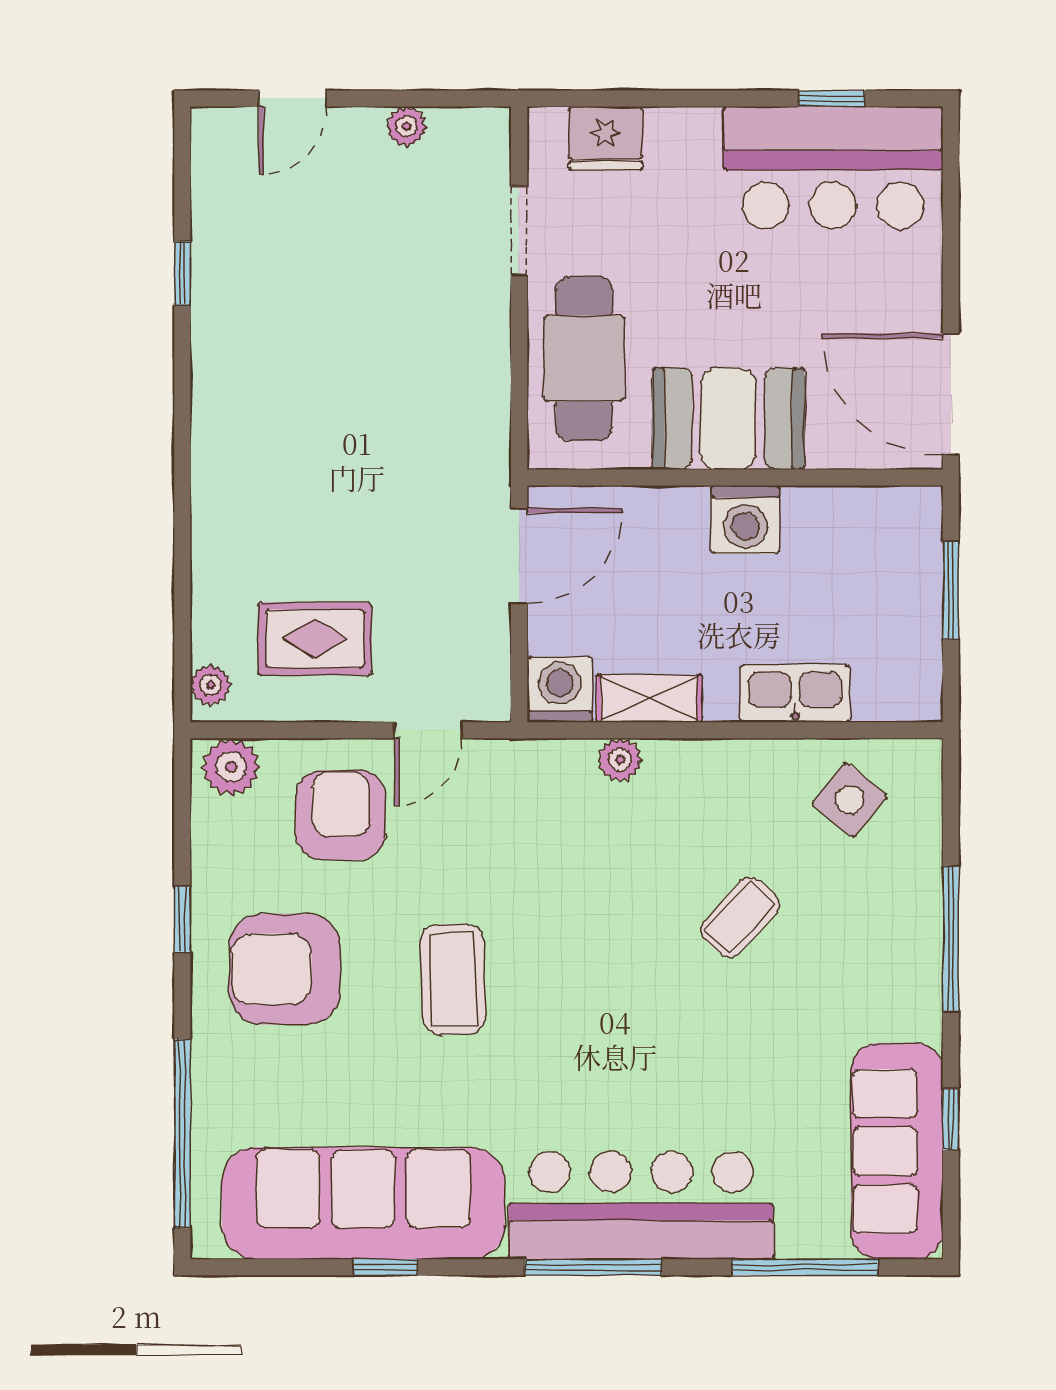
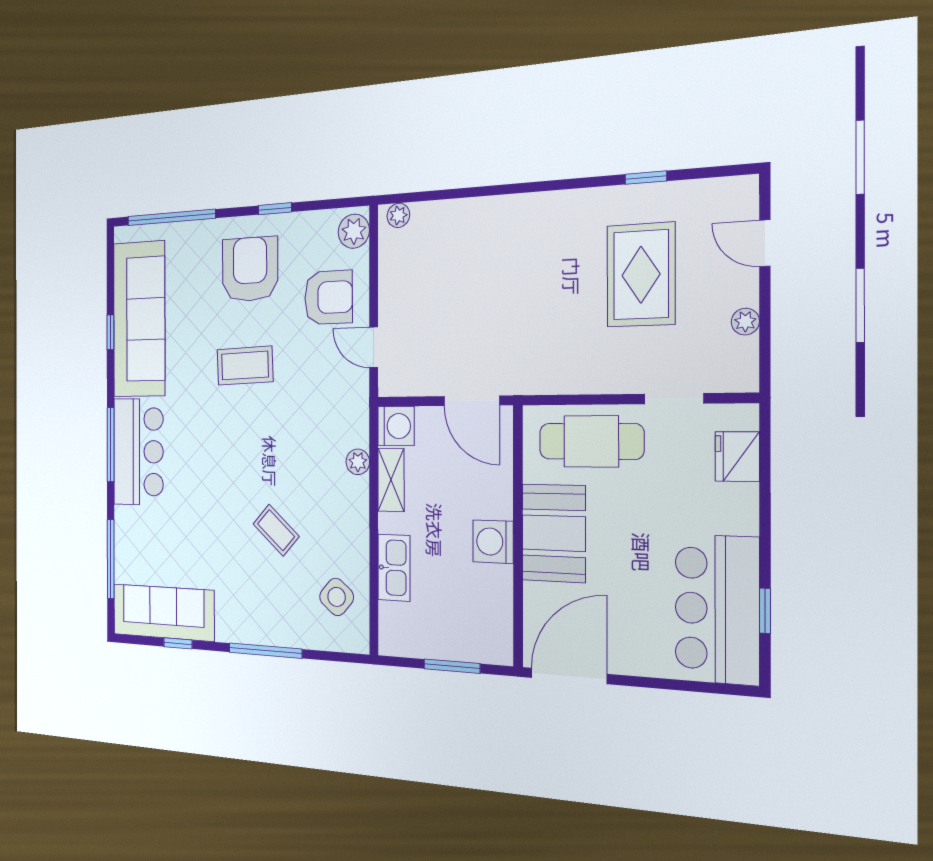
rug: (315, 639) -> (641, 275), moved, width x1.36, depth x1.43
bar counter: (641, 1205) -> (138, 452), width x0.73

